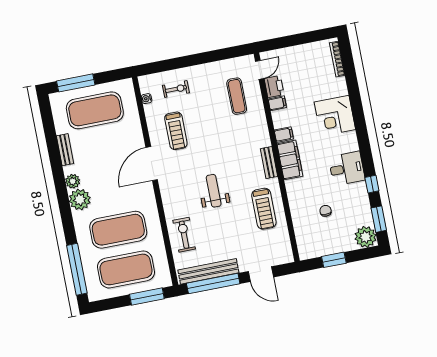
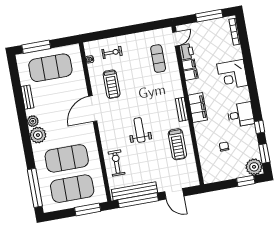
window: (303, 38) -> (209, 16), added
filing cabinet: (284, 135) -> (191, 75), moved
window: (334, 260) -> (246, 181), moved

